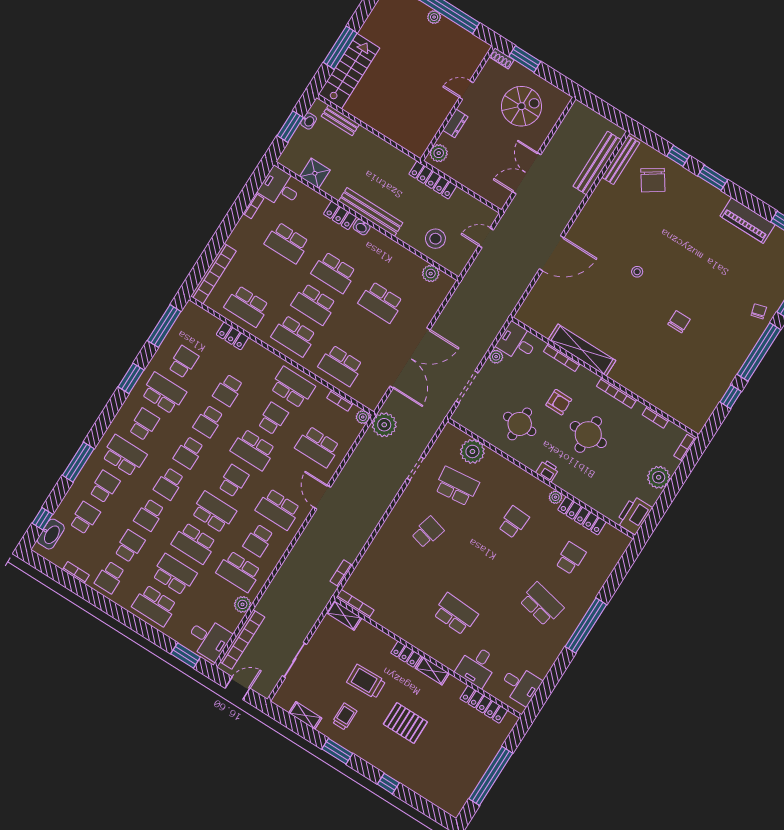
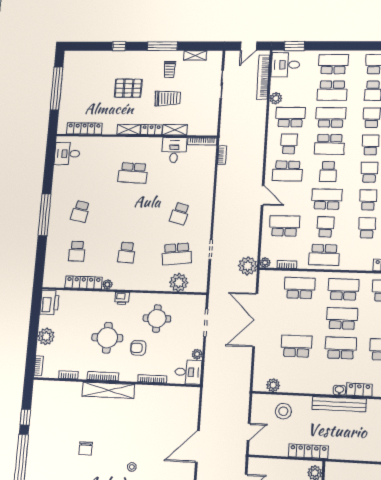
shelving: (582, 350) -> (108, 390), moved
school desk: (273, 419) -> (325, 227), turned 180
school desk: (278, 509) -> (287, 171), turned 180
school desk: (541, 604) -> (80, 211), width x0.54
shelving: (344, 615) -> (175, 130), moved
desk: (477, 666) -> (174, 150), moved
window: (337, 751) -> (162, 46), width x1.44

